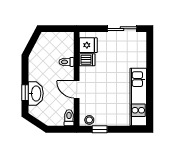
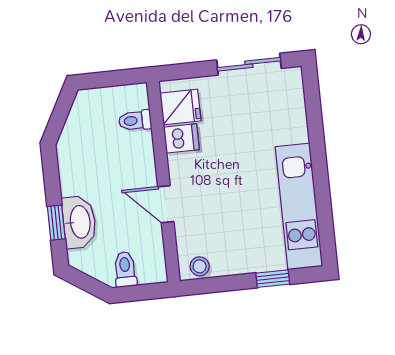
toilet: (67, 62) -> (135, 120), moved
toilet: (69, 118) -> (125, 269), moved
window: (100, 129) -> (273, 279), moved

